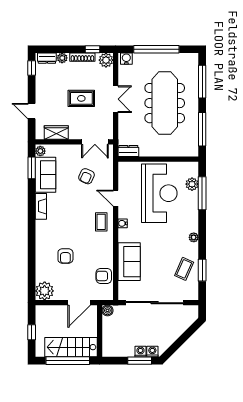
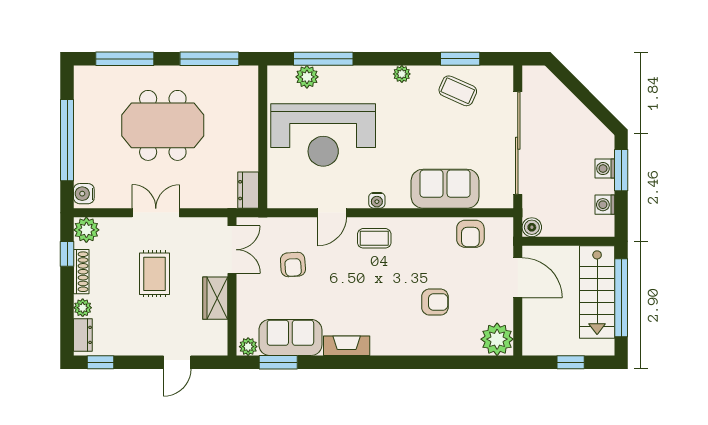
meeting table: (165, 103) -> (163, 125), width x0.73
wardrobe: (56, 133) -> (215, 298), moved
armchair: (87, 176) -> (293, 265), turned 62
reception desk: (159, 193) -> (323, 135), turned 180
washing machine: (152, 352) -> (605, 205), moved

